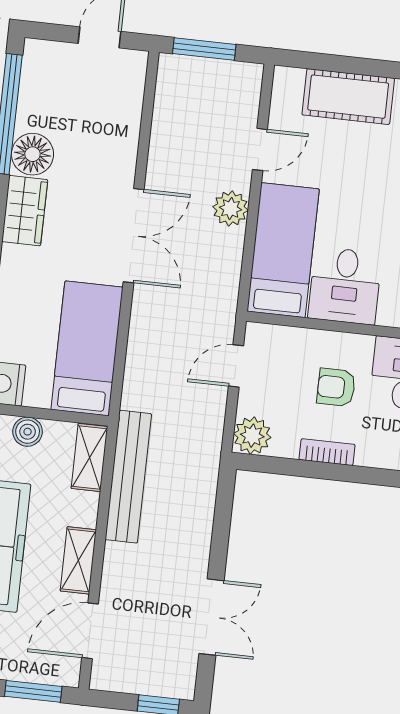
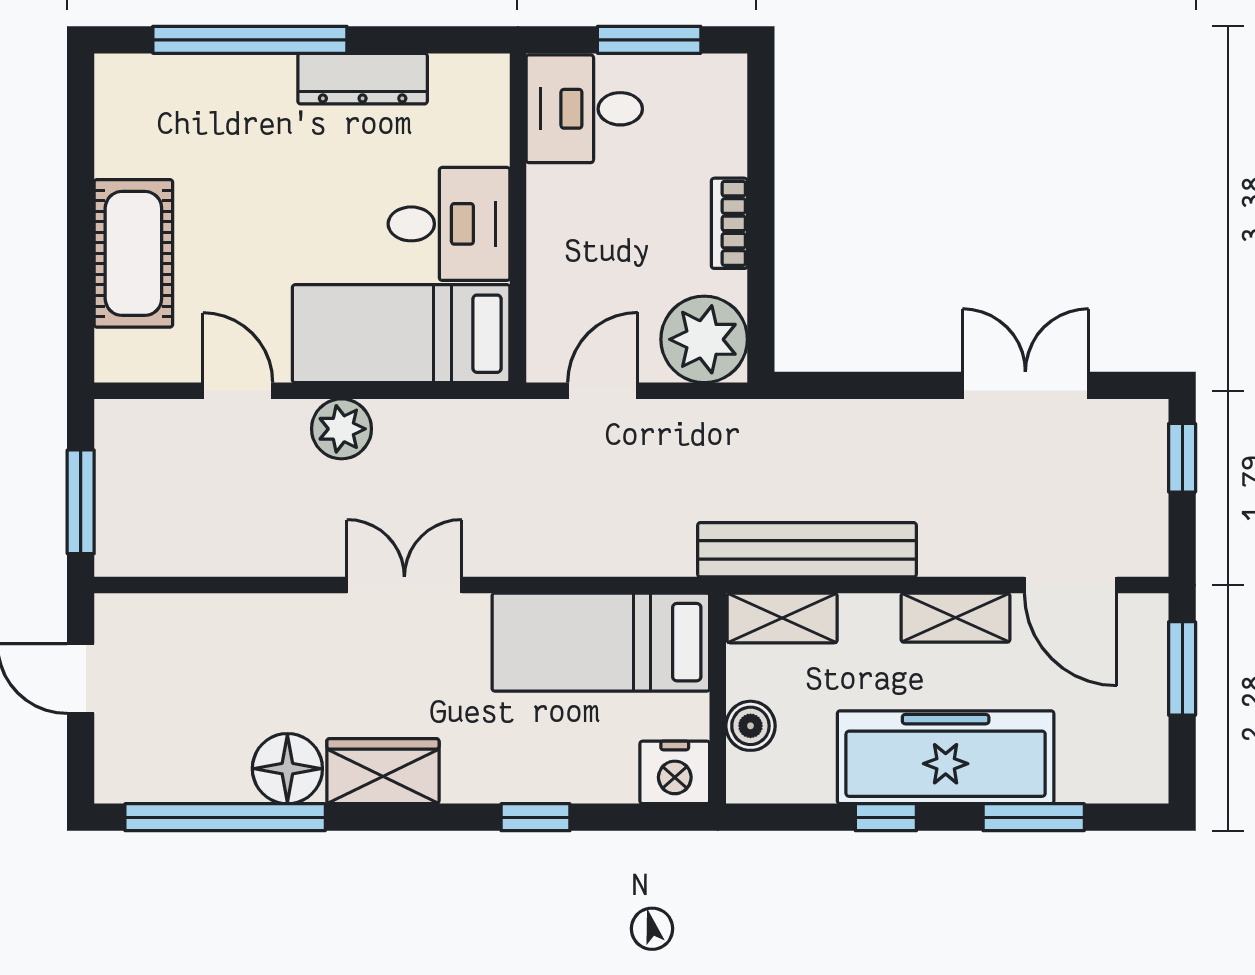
double door: (134, 236) -> (404, 585), width x0.73
door: (236, 366) -> (603, 391), swing flipped
armchair: (336, 387) -> (620, 220), removed
plant: (252, 436) -> (704, 339), width x1.36, depth x1.36

